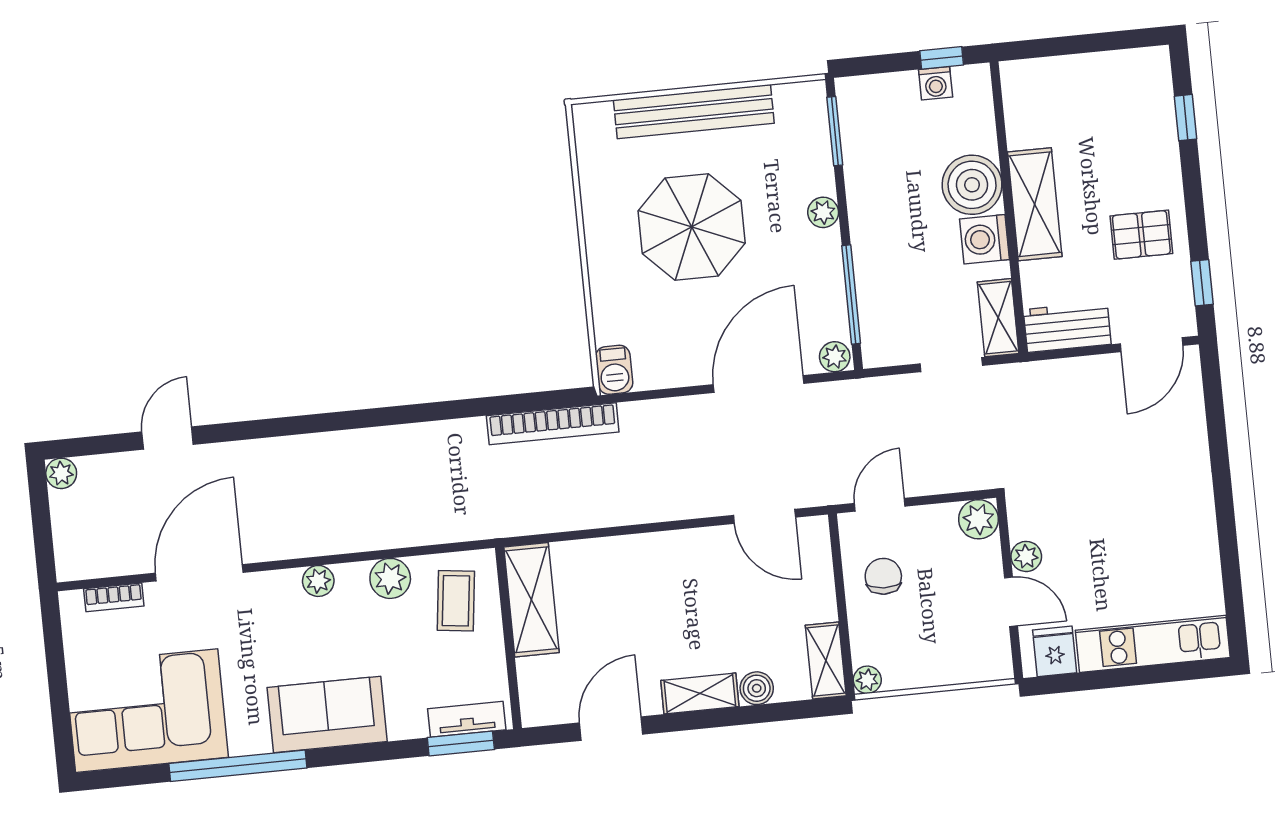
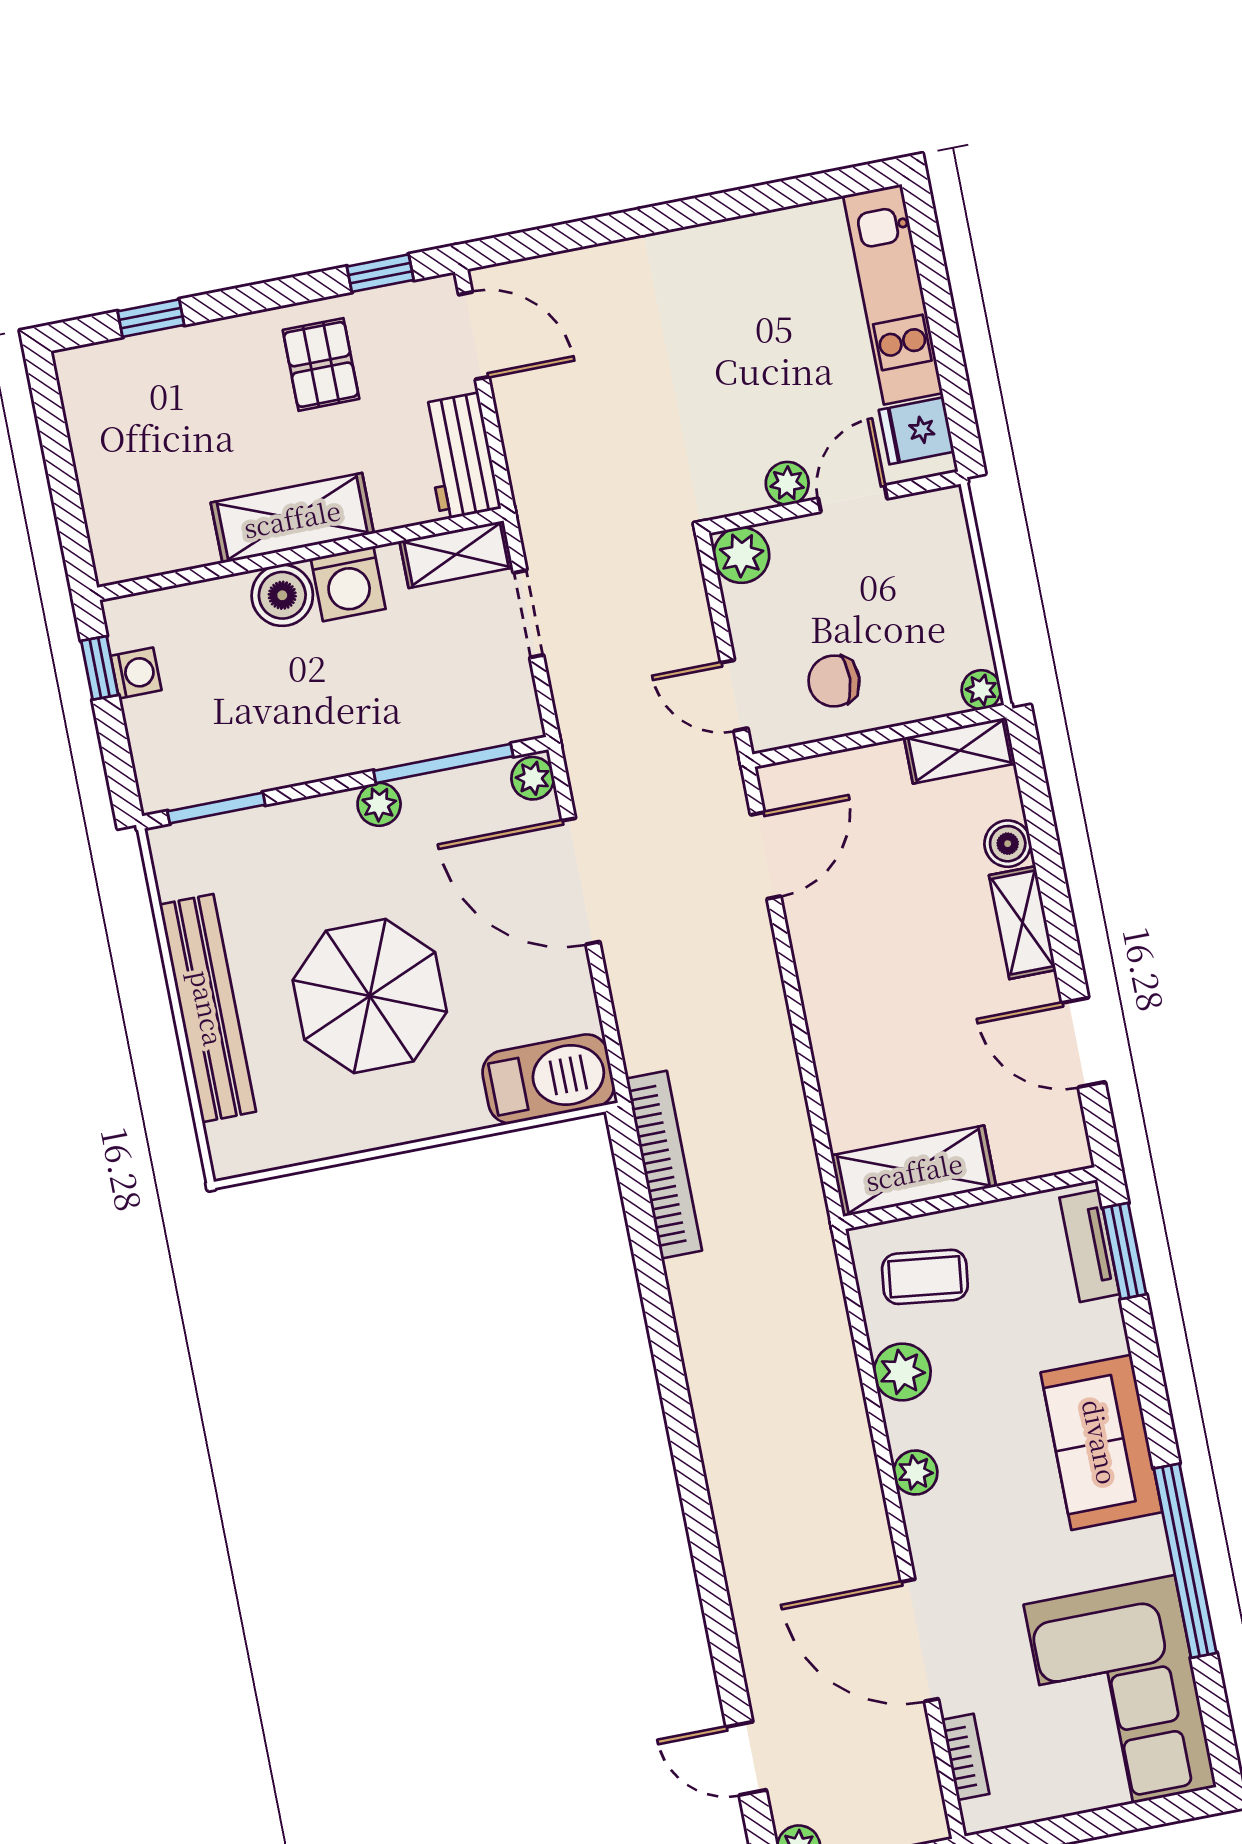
boiler: (972, 185) -> (282, 595), width x0.73, depth x0.73
plant: (823, 212) -> (379, 804), moved
barbecue: (614, 370) -> (548, 1079), width x1.88, depth x1.53
door: (168, 438) -> (746, 1758), moved

